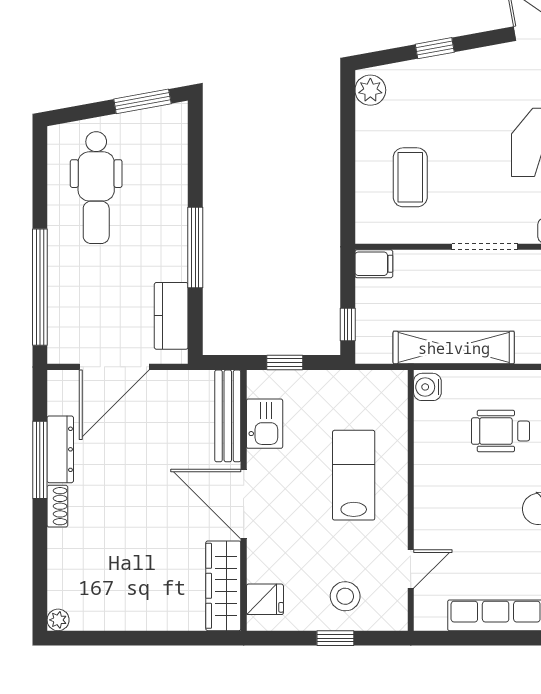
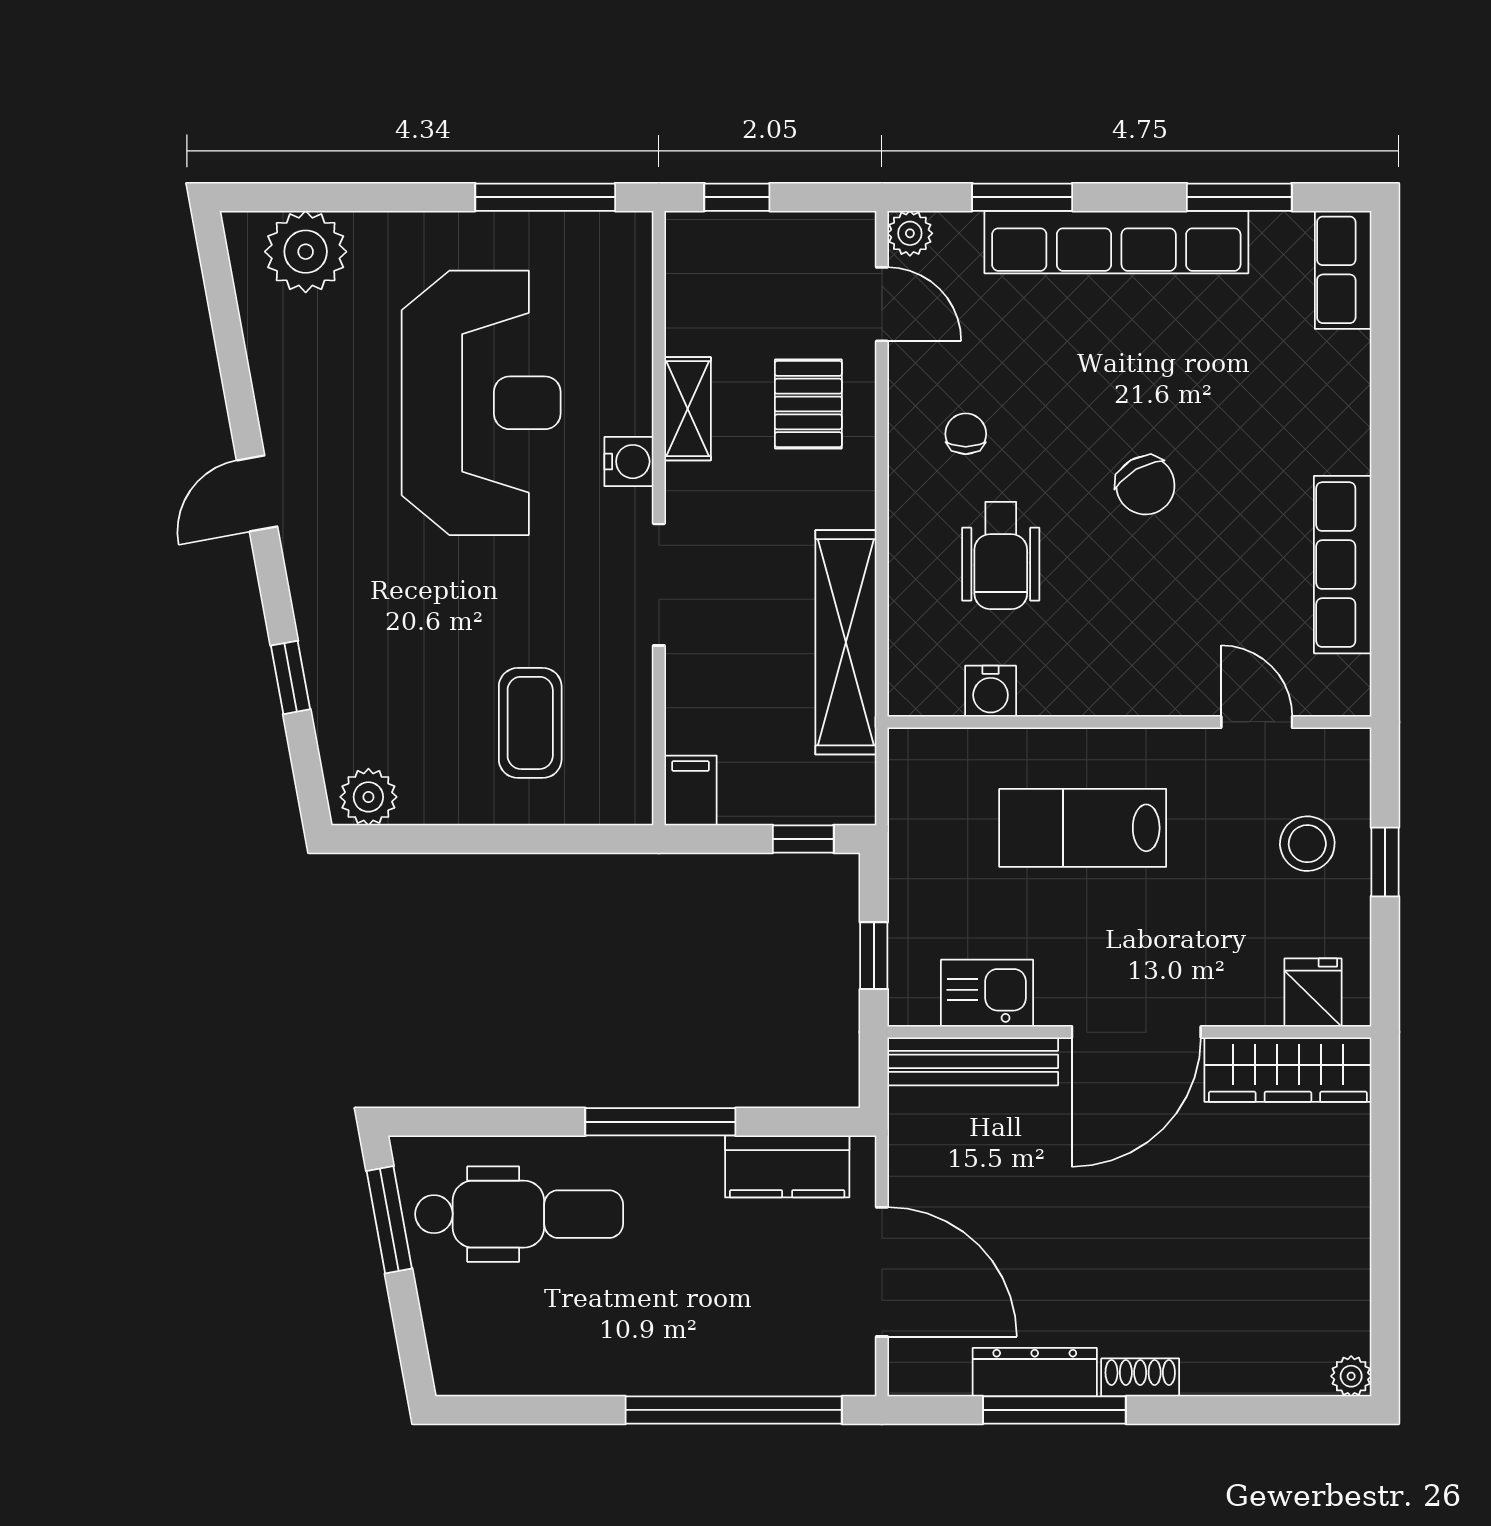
coffee table: (410, 177) -> (530, 723), turned 90
dental chair: (96, 188) -> (519, 1214), moved
water cooler: (427, 387) -> (991, 691), moved

